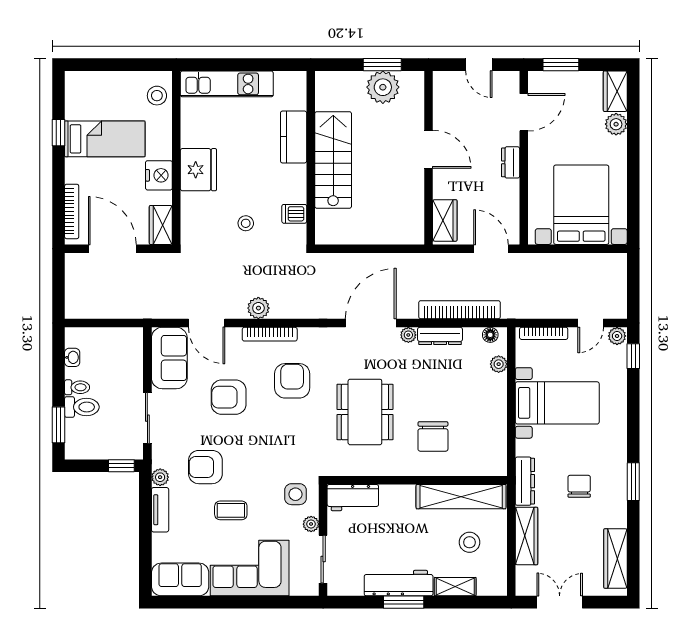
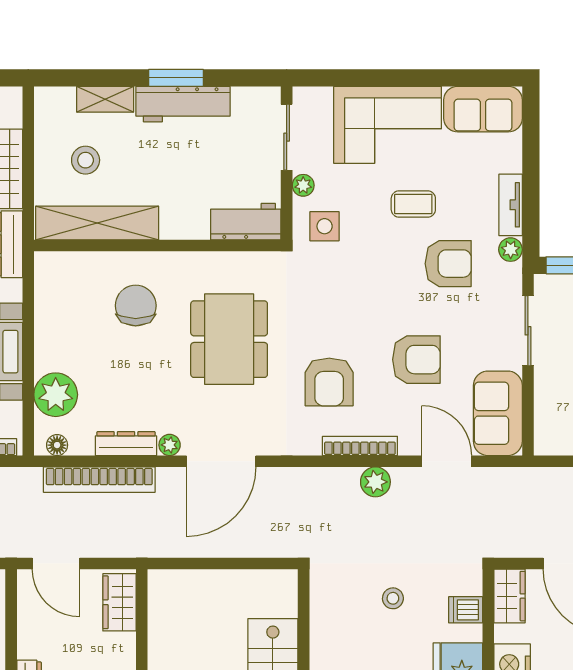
dishwasher: (294, 214) -> (466, 610), moved, turned 180
plant: (499, 364) -> (56, 395), width x1.88, depth x1.88

